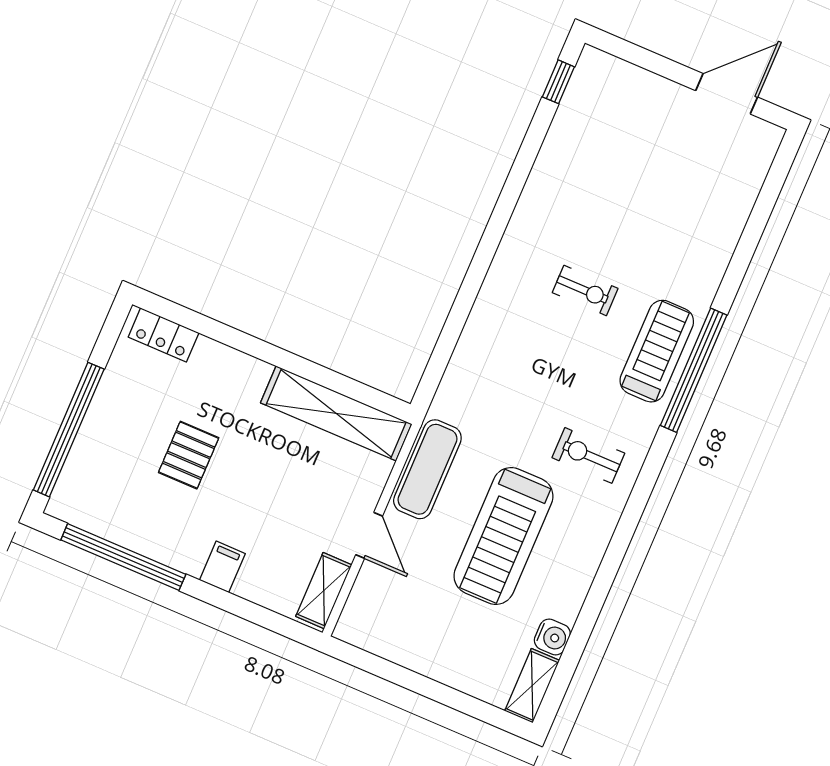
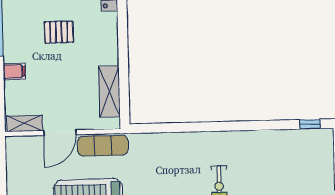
shelving: (336, 413) -> (109, 92), width x0.68
door: (369, 535) -> (60, 133), width x1.37

